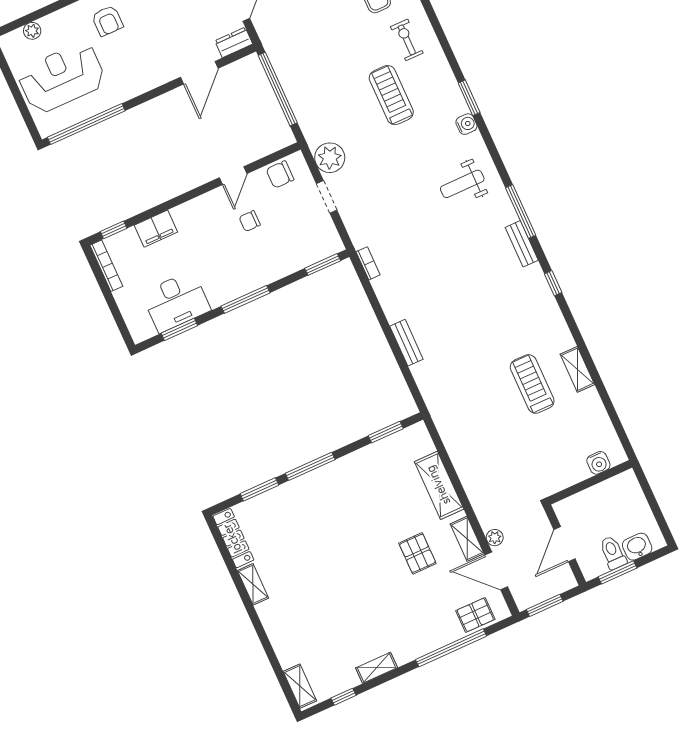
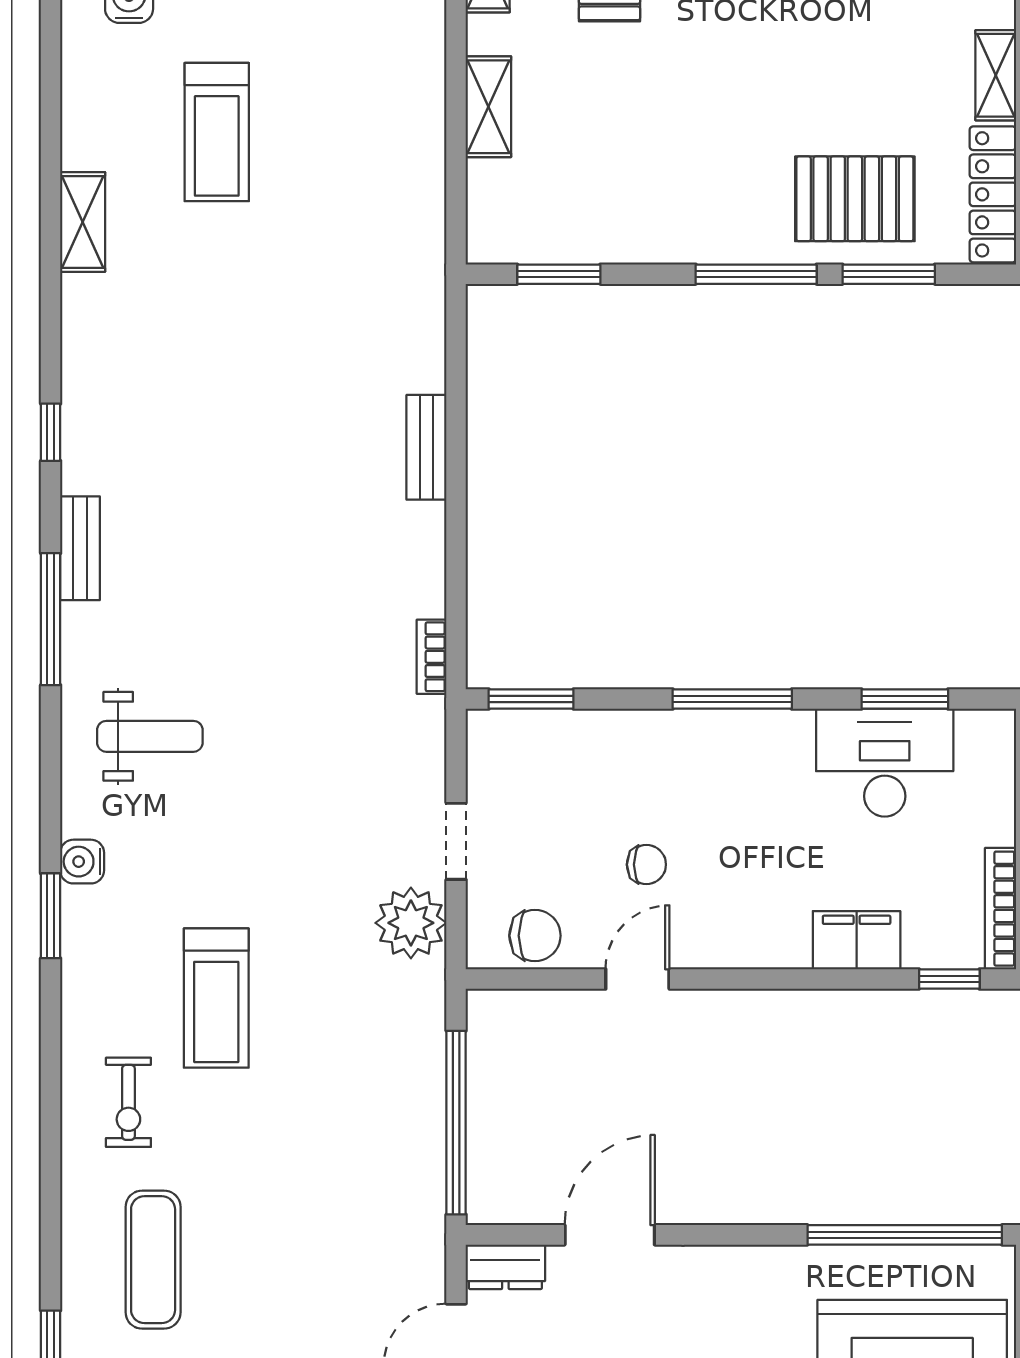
treadmill: (532, 384) -> (217, 132), moved
shelving: (439, 485) -> (488, 107), width x0.67, depth x0.75
pallet: (285, 512) -> (855, 199), added

